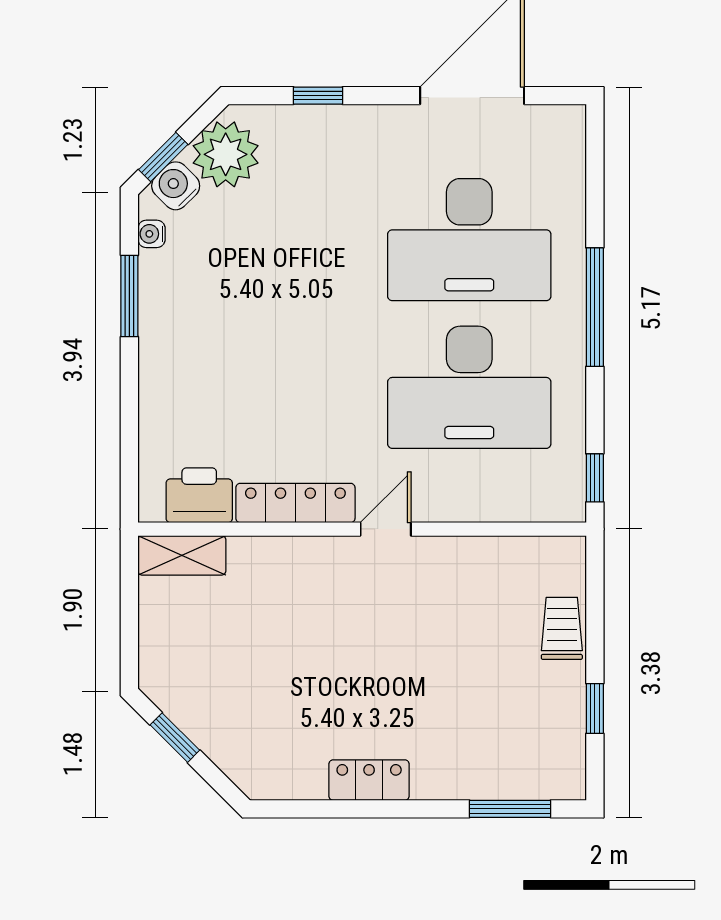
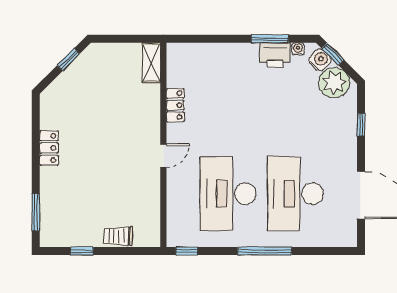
printer: (199, 495) -> (275, 55), moved, turned 90
locker: (295, 503) -> (175, 105), width x0.66
door: (386, 529) -> (163, 156), hinge flipped
trolley: (562, 628) -> (118, 236), turned 180

